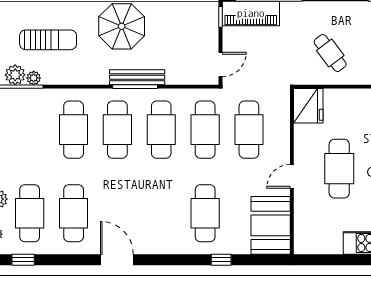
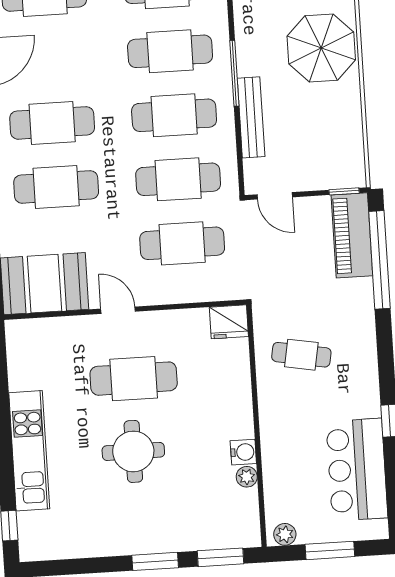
cafe table: (330, 53) -> (301, 355), turned 47
bench: (137, 77) -> (251, 117), moved
fridge: (308, 106) -> (229, 322), width x0.73, depth x0.75
cafe table: (161, 213) -> (52, 123), added

